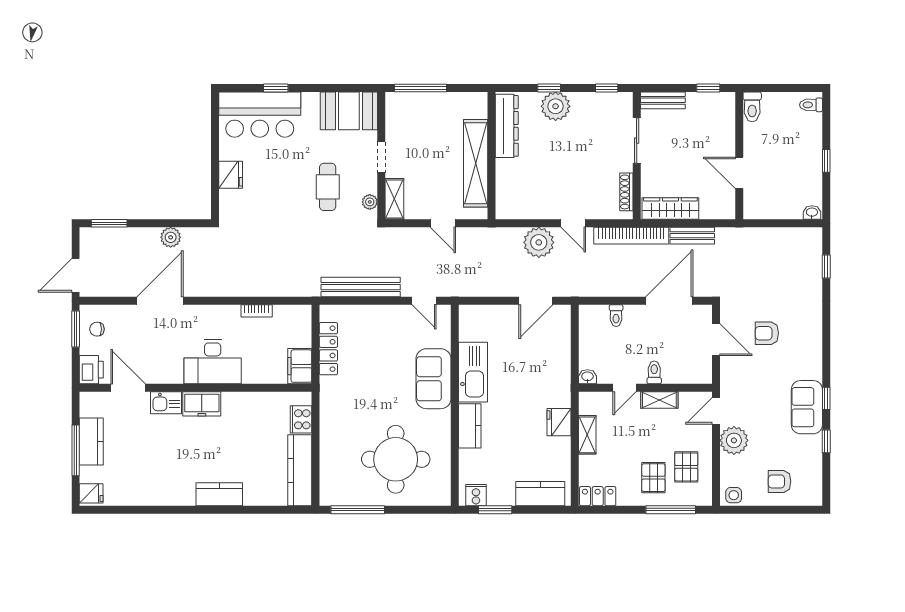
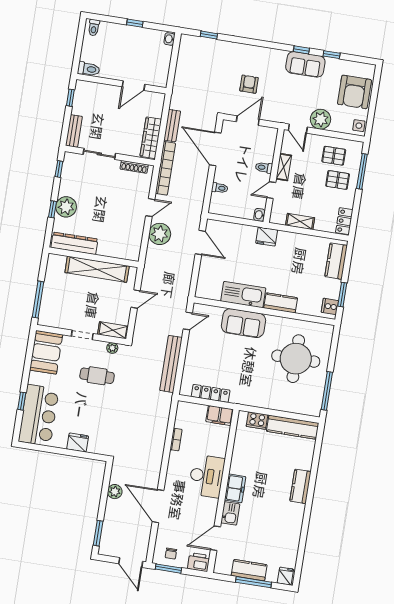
armchair: (767, 333) -> (249, 84), turned 180
door: (624, 388) -> (271, 190), swing flipped
fridge: (559, 422) -> (267, 237), moved
armchair: (780, 481) -> (354, 92), width x1.88, depth x1.88

